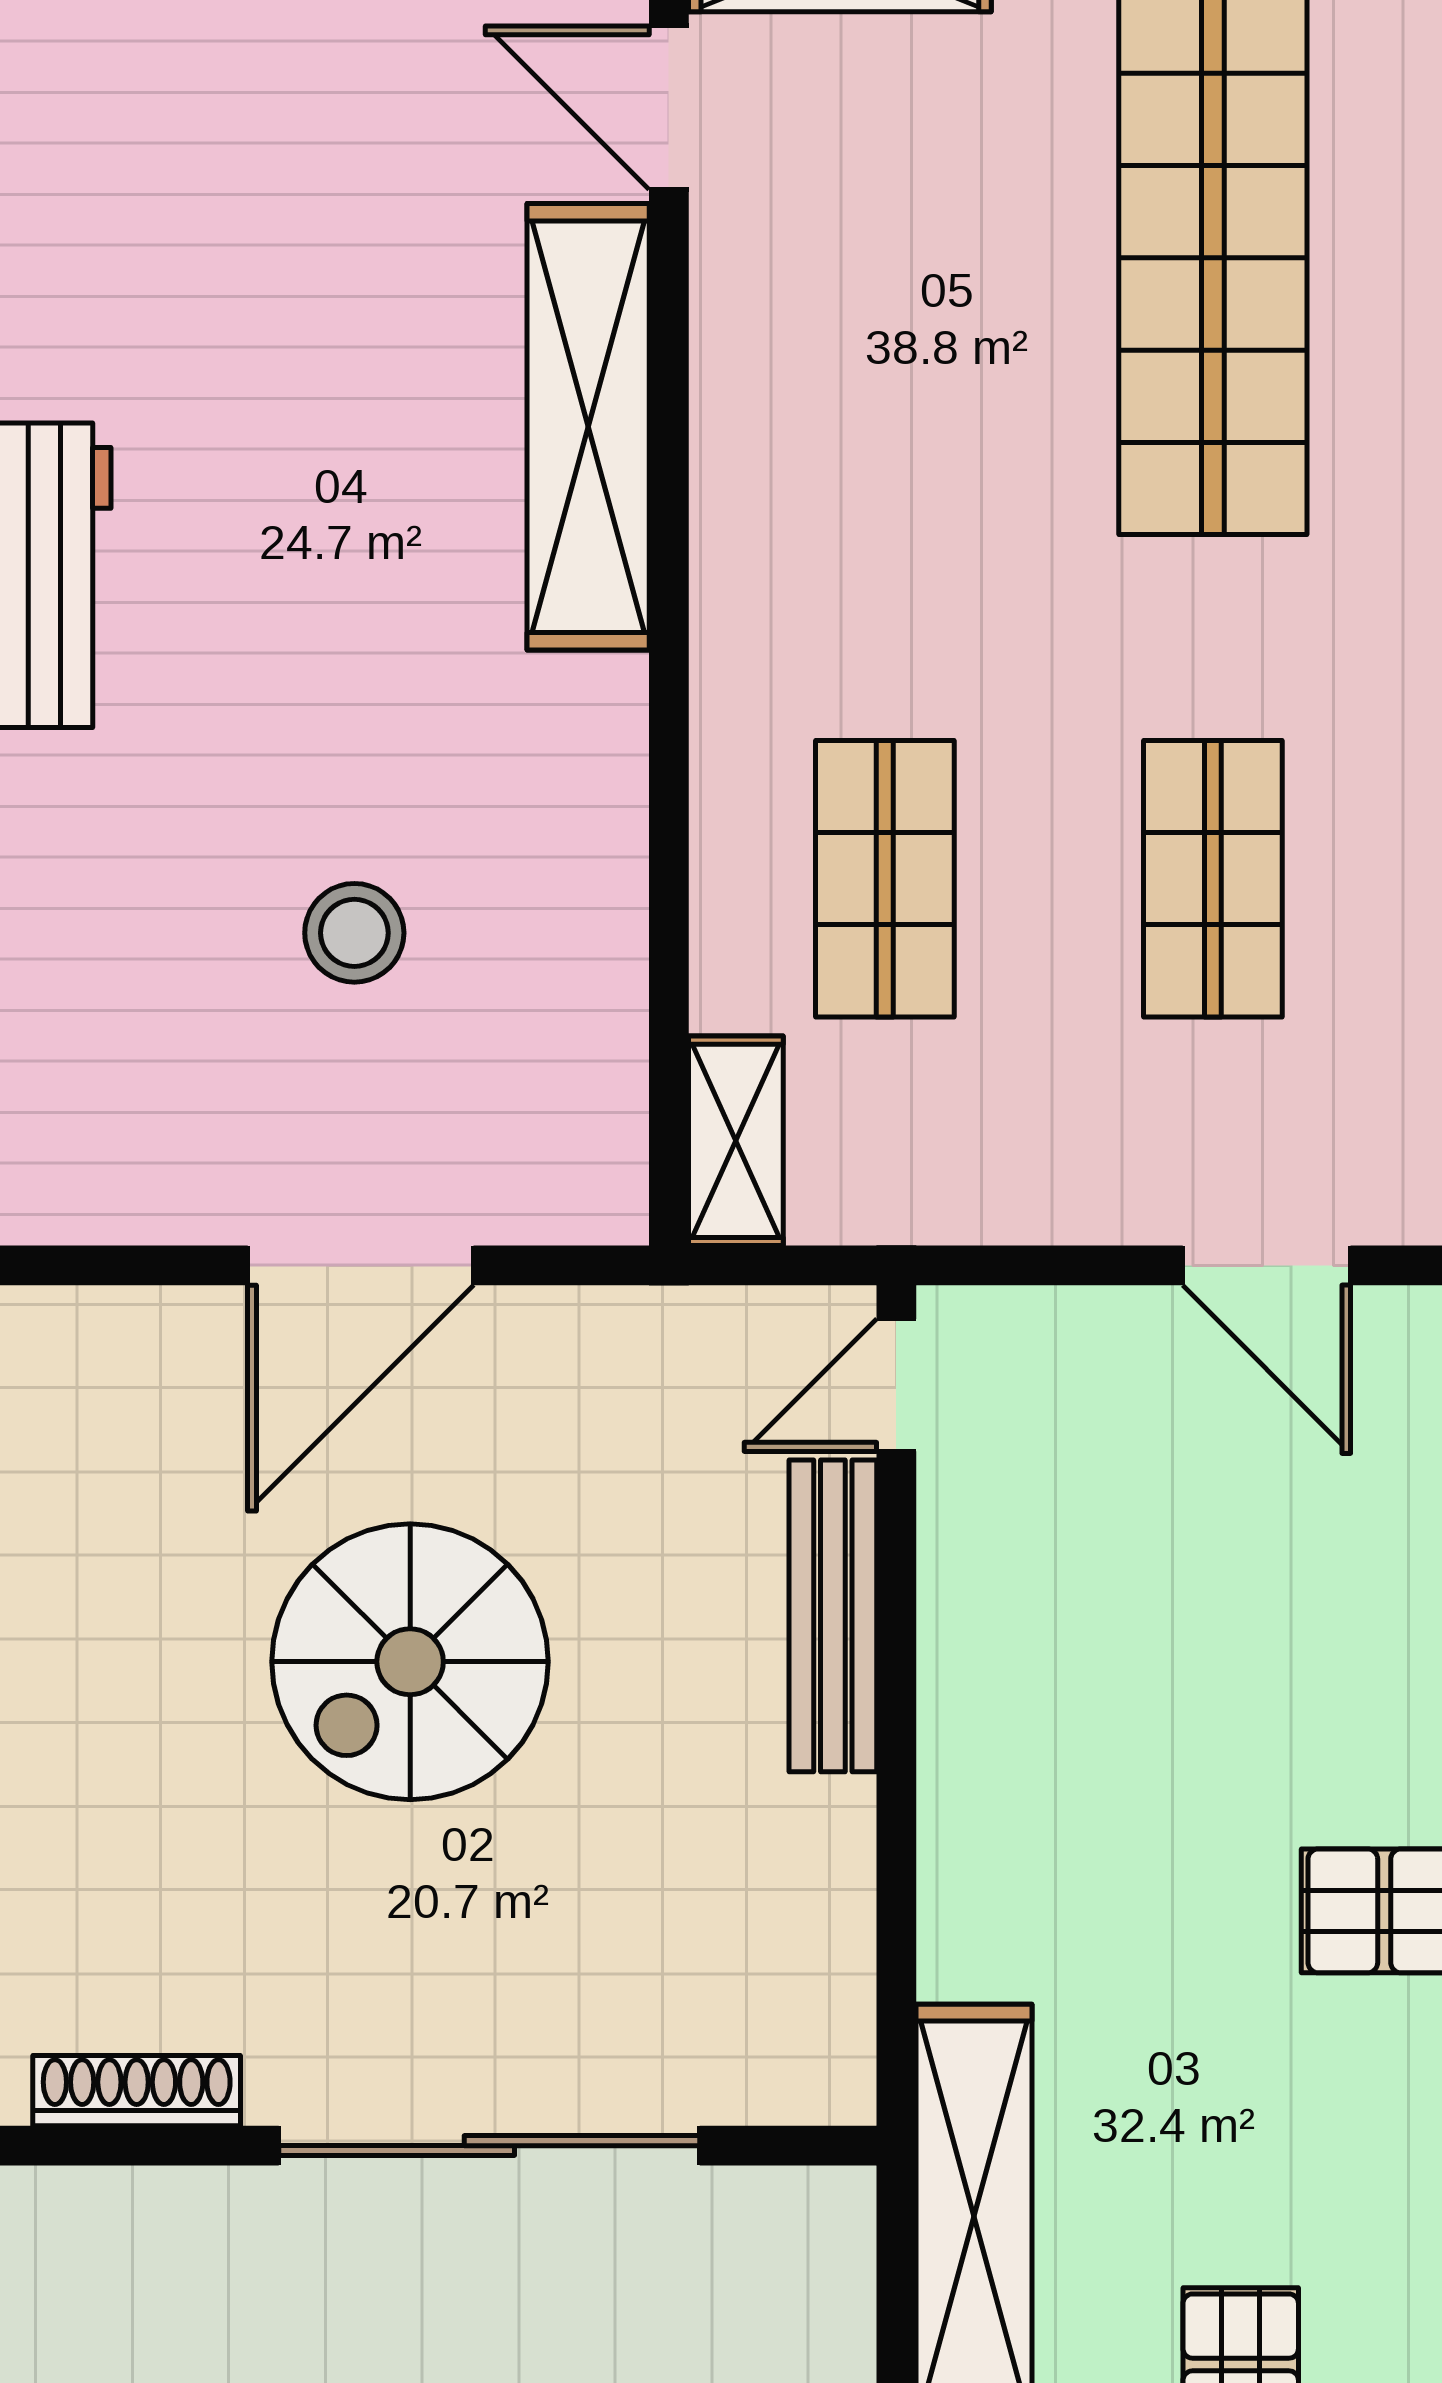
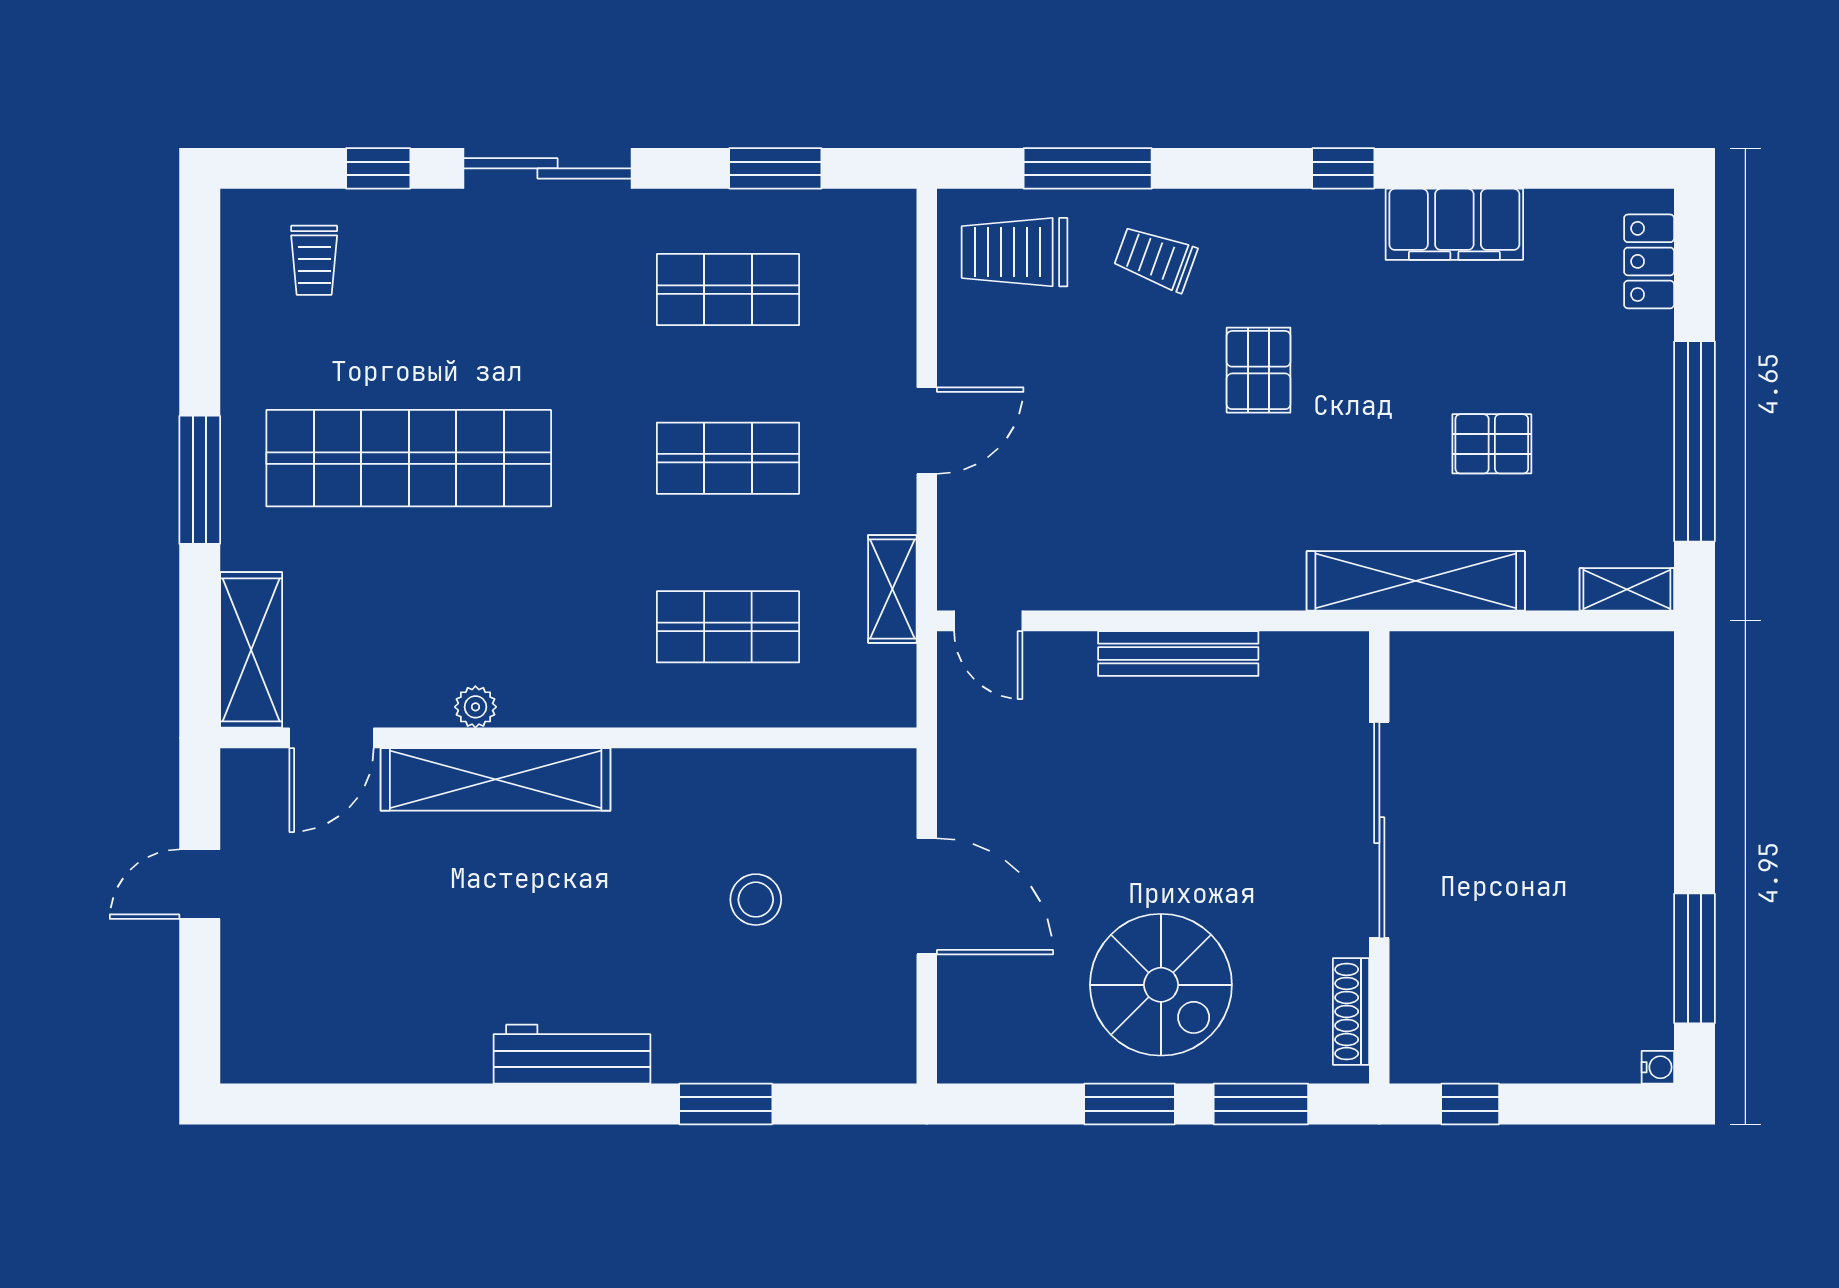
plant: (729, 388) -> (475, 707), added
shelving: (736, 1141) -> (892, 589), moved, turned 90
bench: (833, 1616) -> (1178, 654), moved
spiral stairs: (410, 1662) -> (1161, 985), moved

